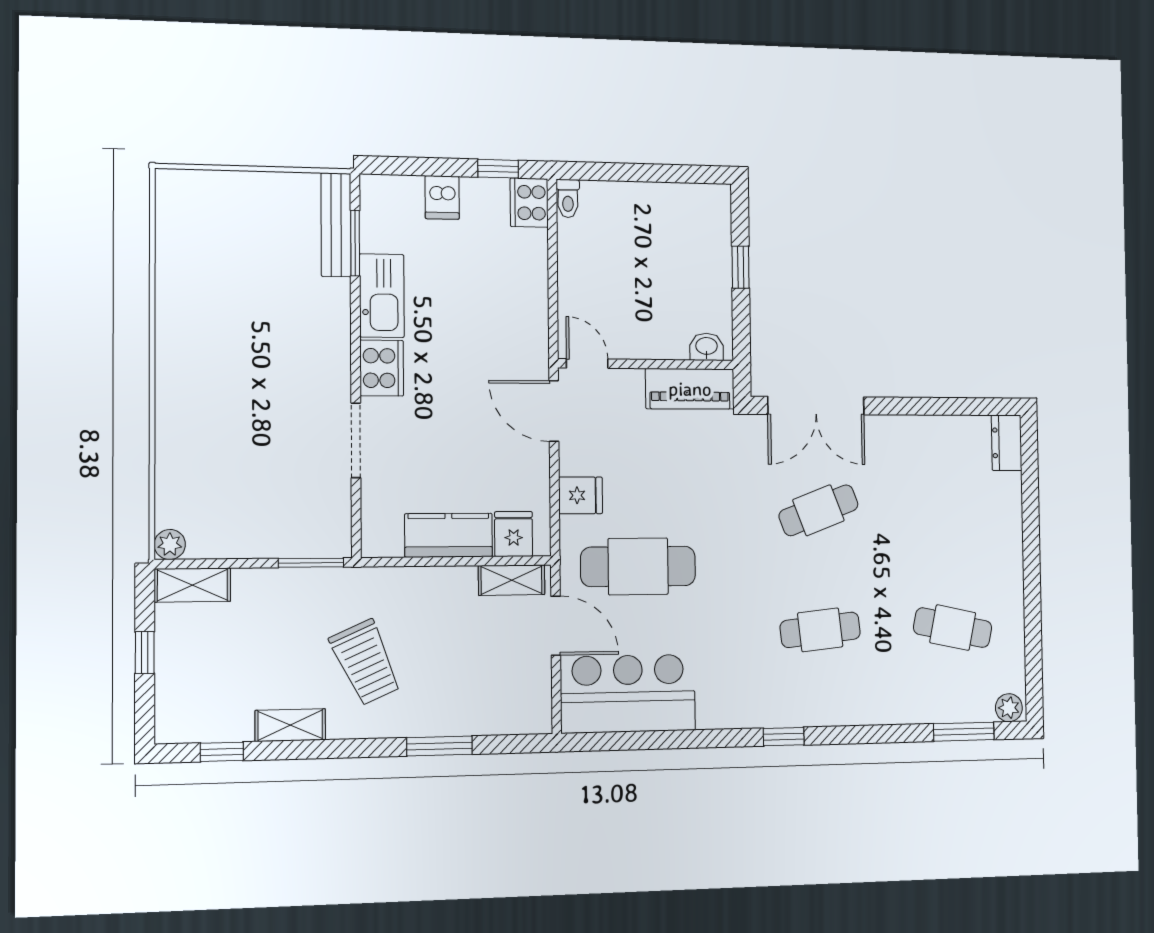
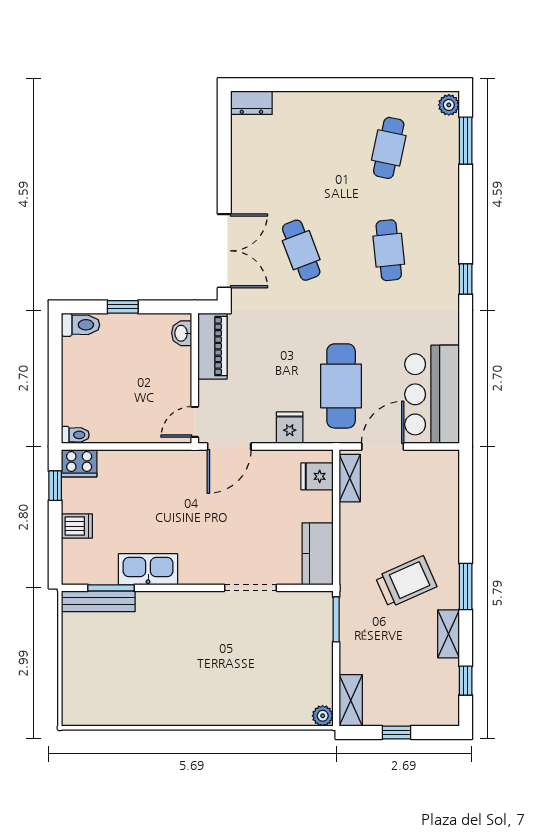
toilet: (716, 209) -> (81, 325), added
cooker: (382, 368) -> (199, 570), removed
kitchen counter: (449, 535) -> (318, 554), moved
window: (440, 746) -> (466, 586), moved

